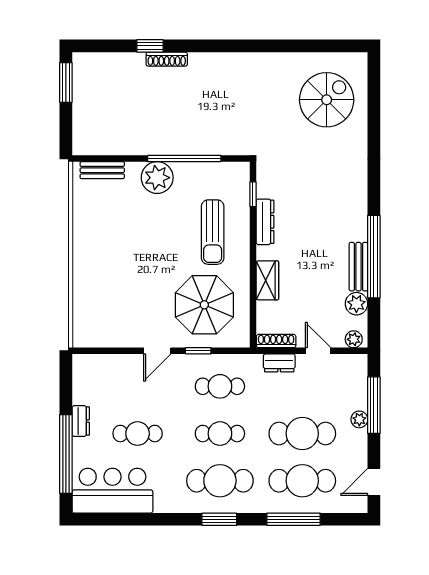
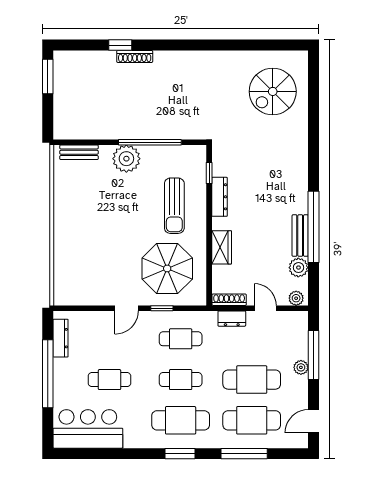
spiral stairs: (327, 100) -> (273, 91), turned 180
dresser: (81, 421) -> (61, 338), moved, width x1.44
window: (66, 454) -> (48, 374), moved

